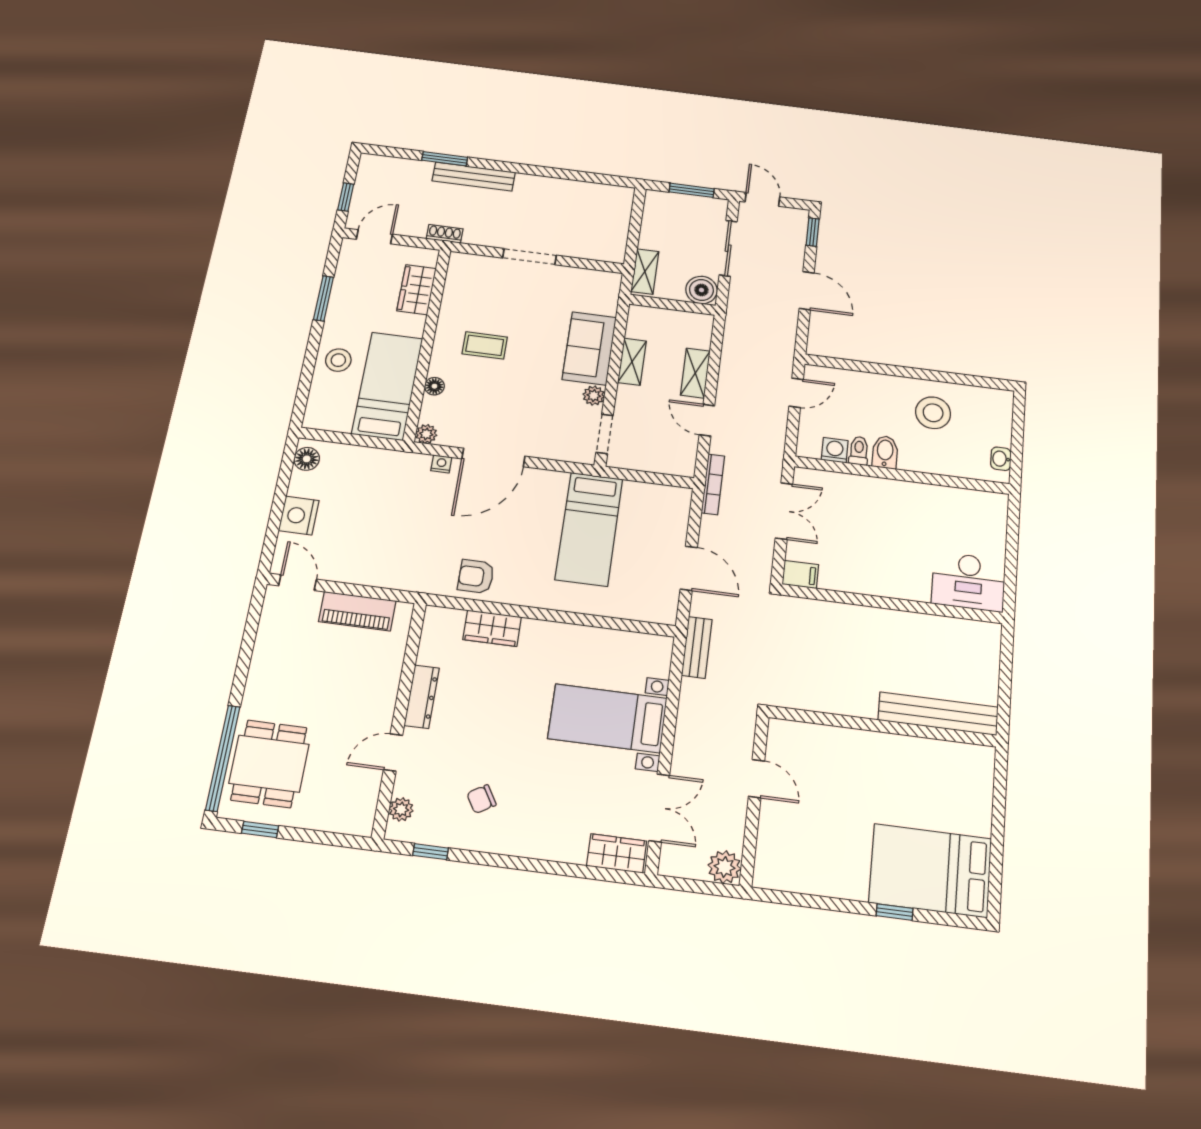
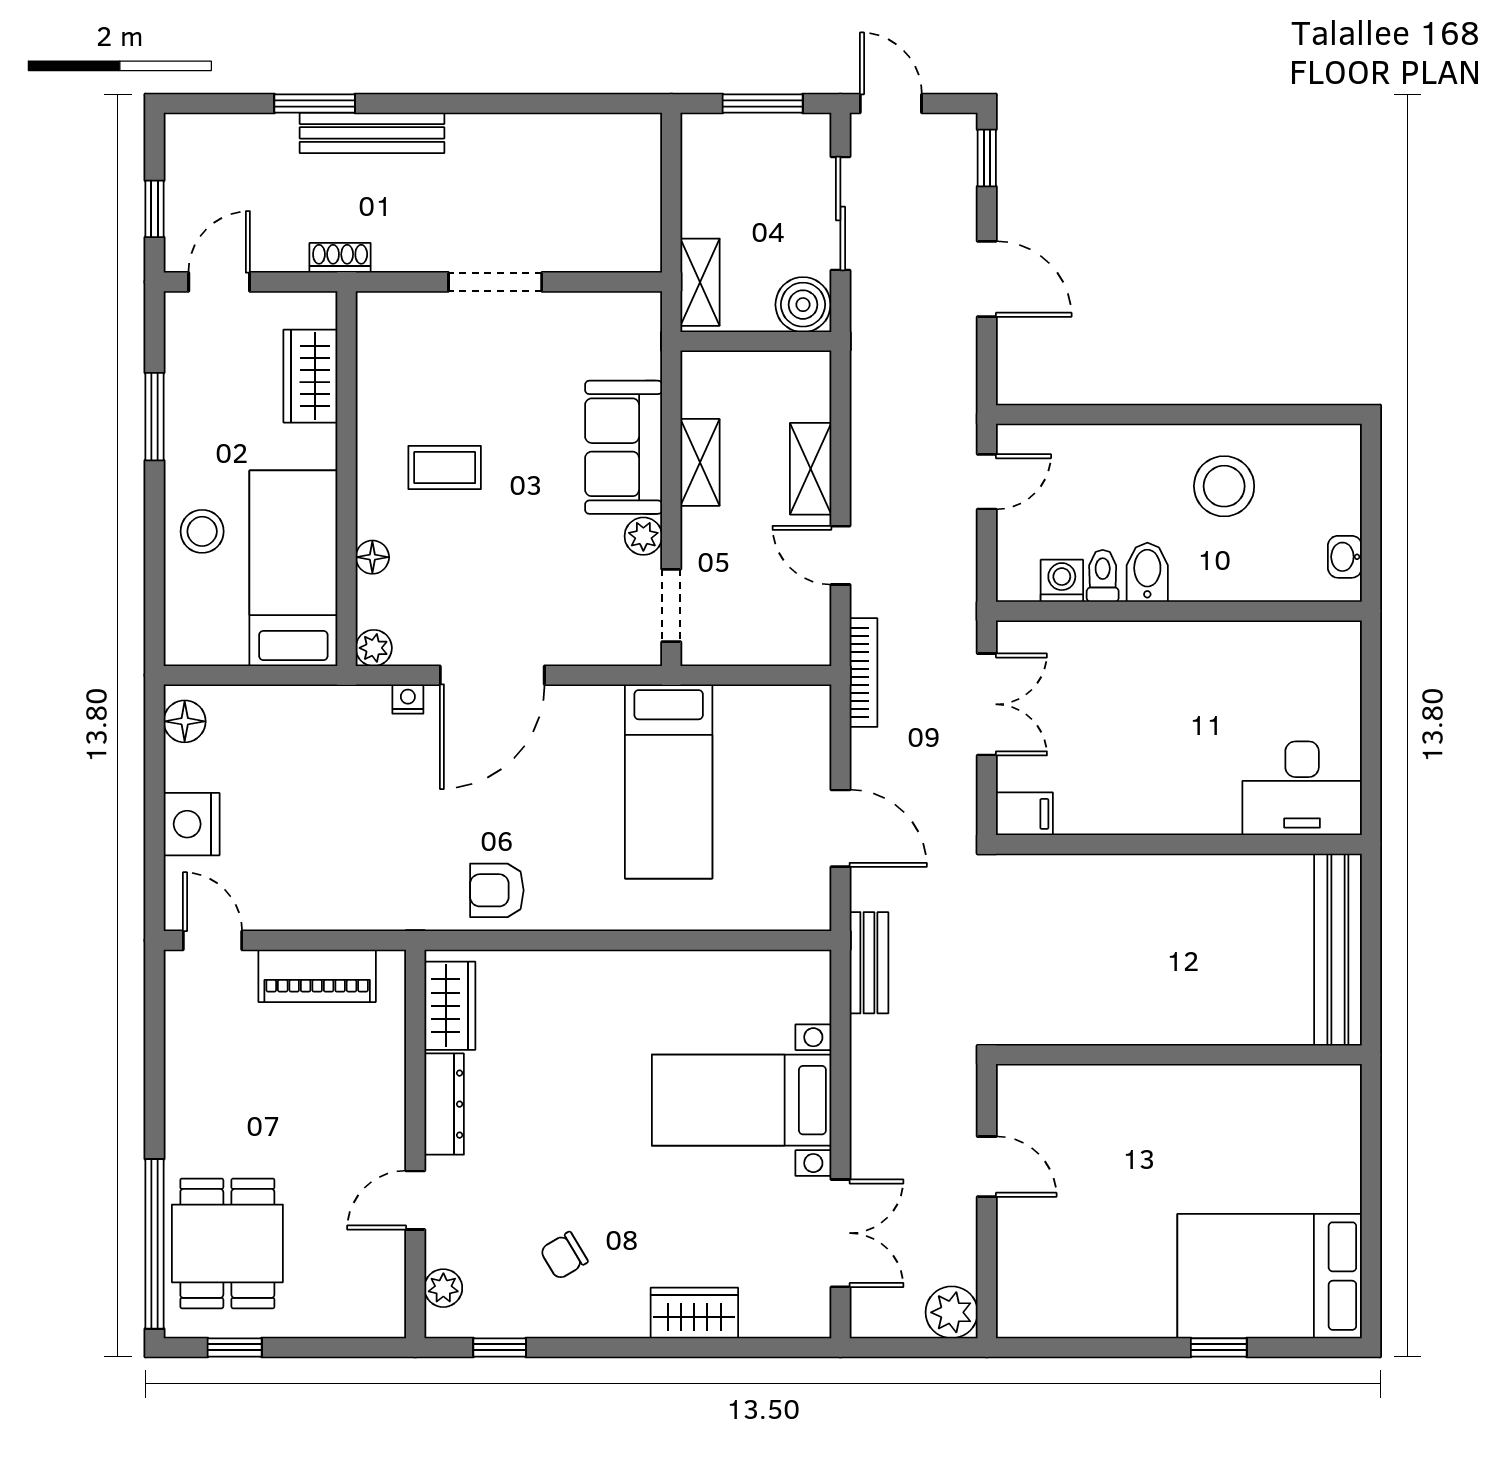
wardrobe: (492, 628) -> (450, 1006), moved, turned -90
bench: (938, 714) -> (1338, 949), moved, turned 90
wardrobe: (617, 853) -> (694, 1313), moved

